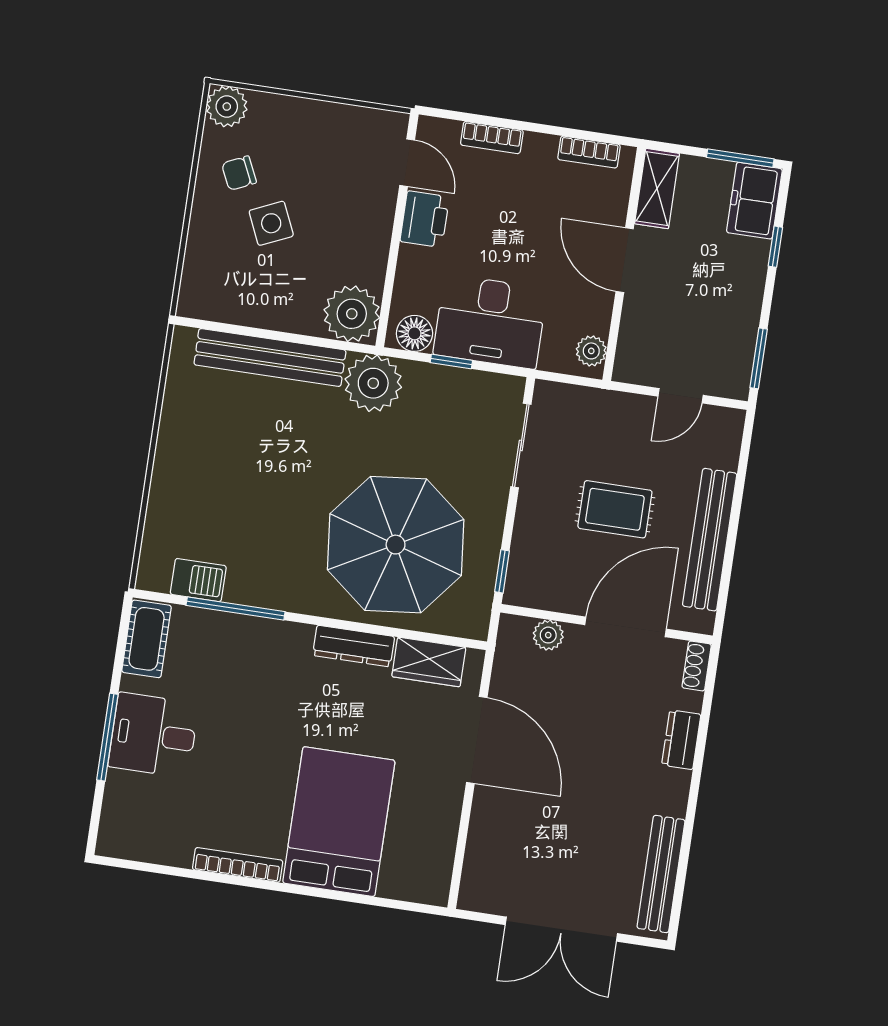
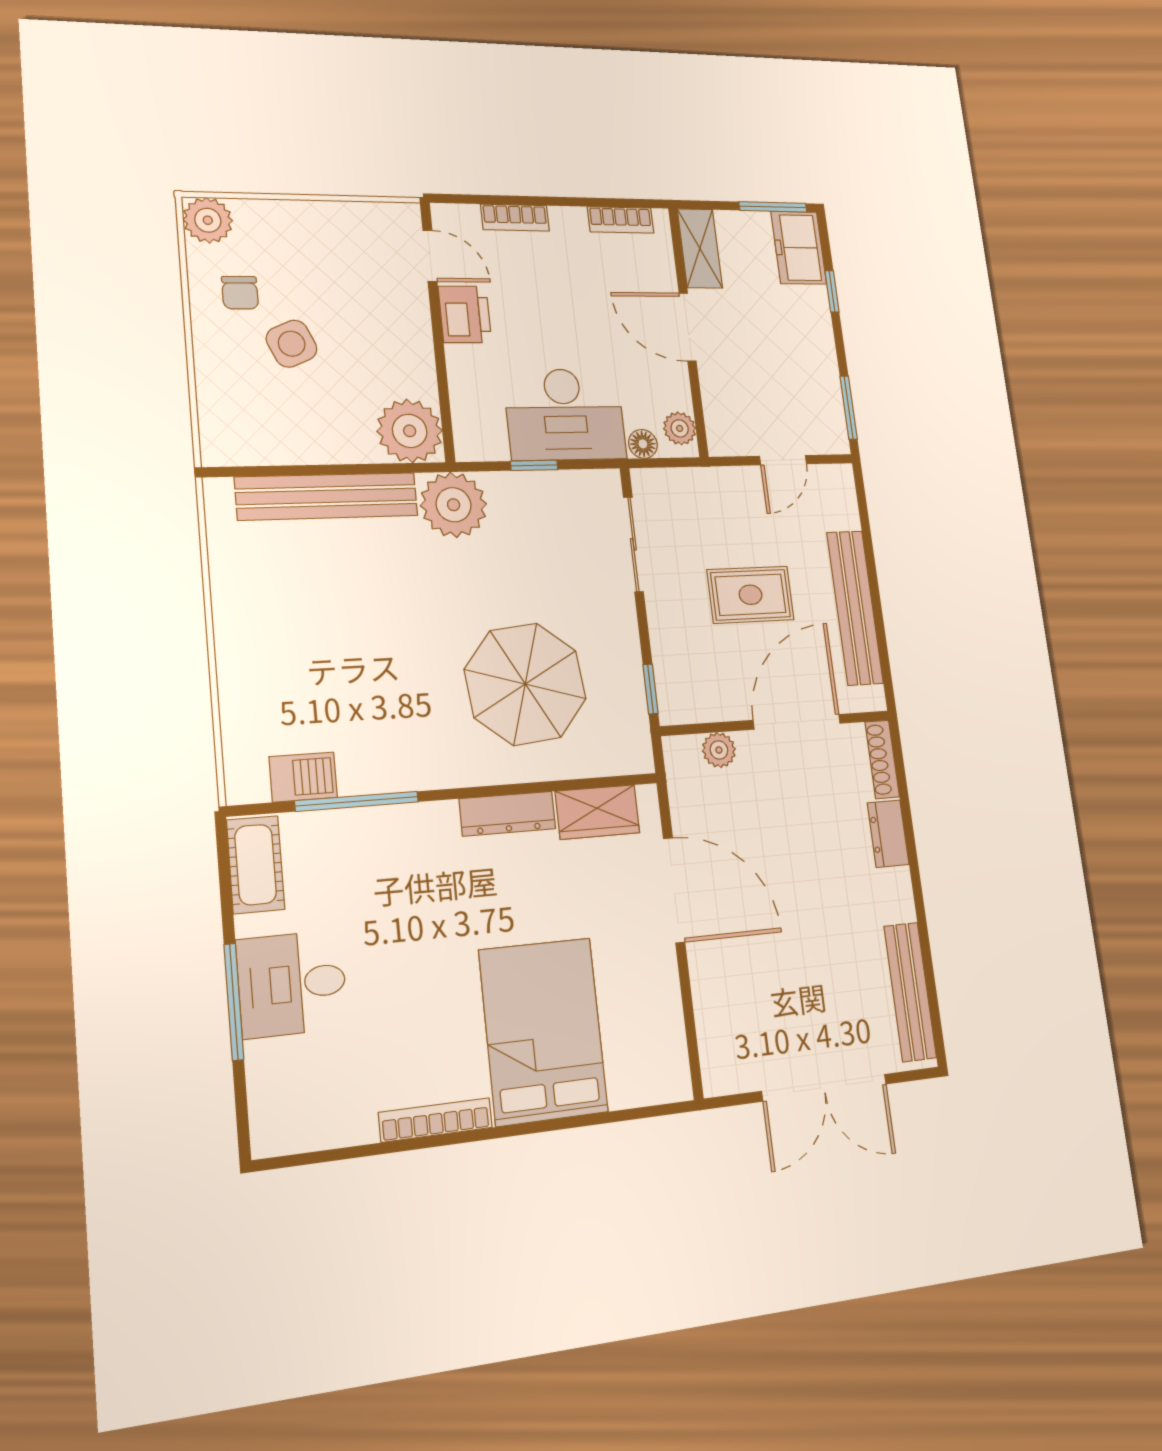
chair: (239, 173) -> (240, 293), turned -65
floor lamp: (414, 333) -> (643, 444), moved, width x0.73, depth x0.73
parasol: (396, 545) -> (525, 684), width x0.73, depth x0.73
shoe rack: (697, 666) -> (882, 759), width x1.43

